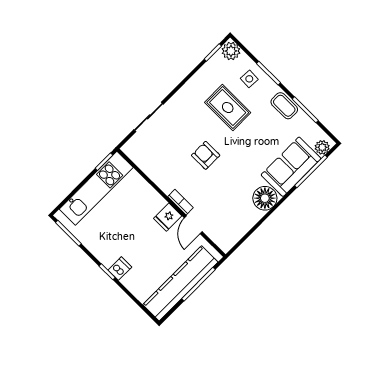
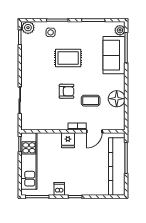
coffee table: (284, 106) -> (91, 101), moved
rug: (228, 108) -> (68, 58), moved
armchair: (206, 155) -> (67, 91), turned 180
floor lamp: (265, 198) -> (117, 99), moved
fridge: (168, 217) -> (68, 140), moved
door: (193, 225) -> (94, 131), hinge flipped
dishwasher: (120, 269) -> (59, 189), moved

